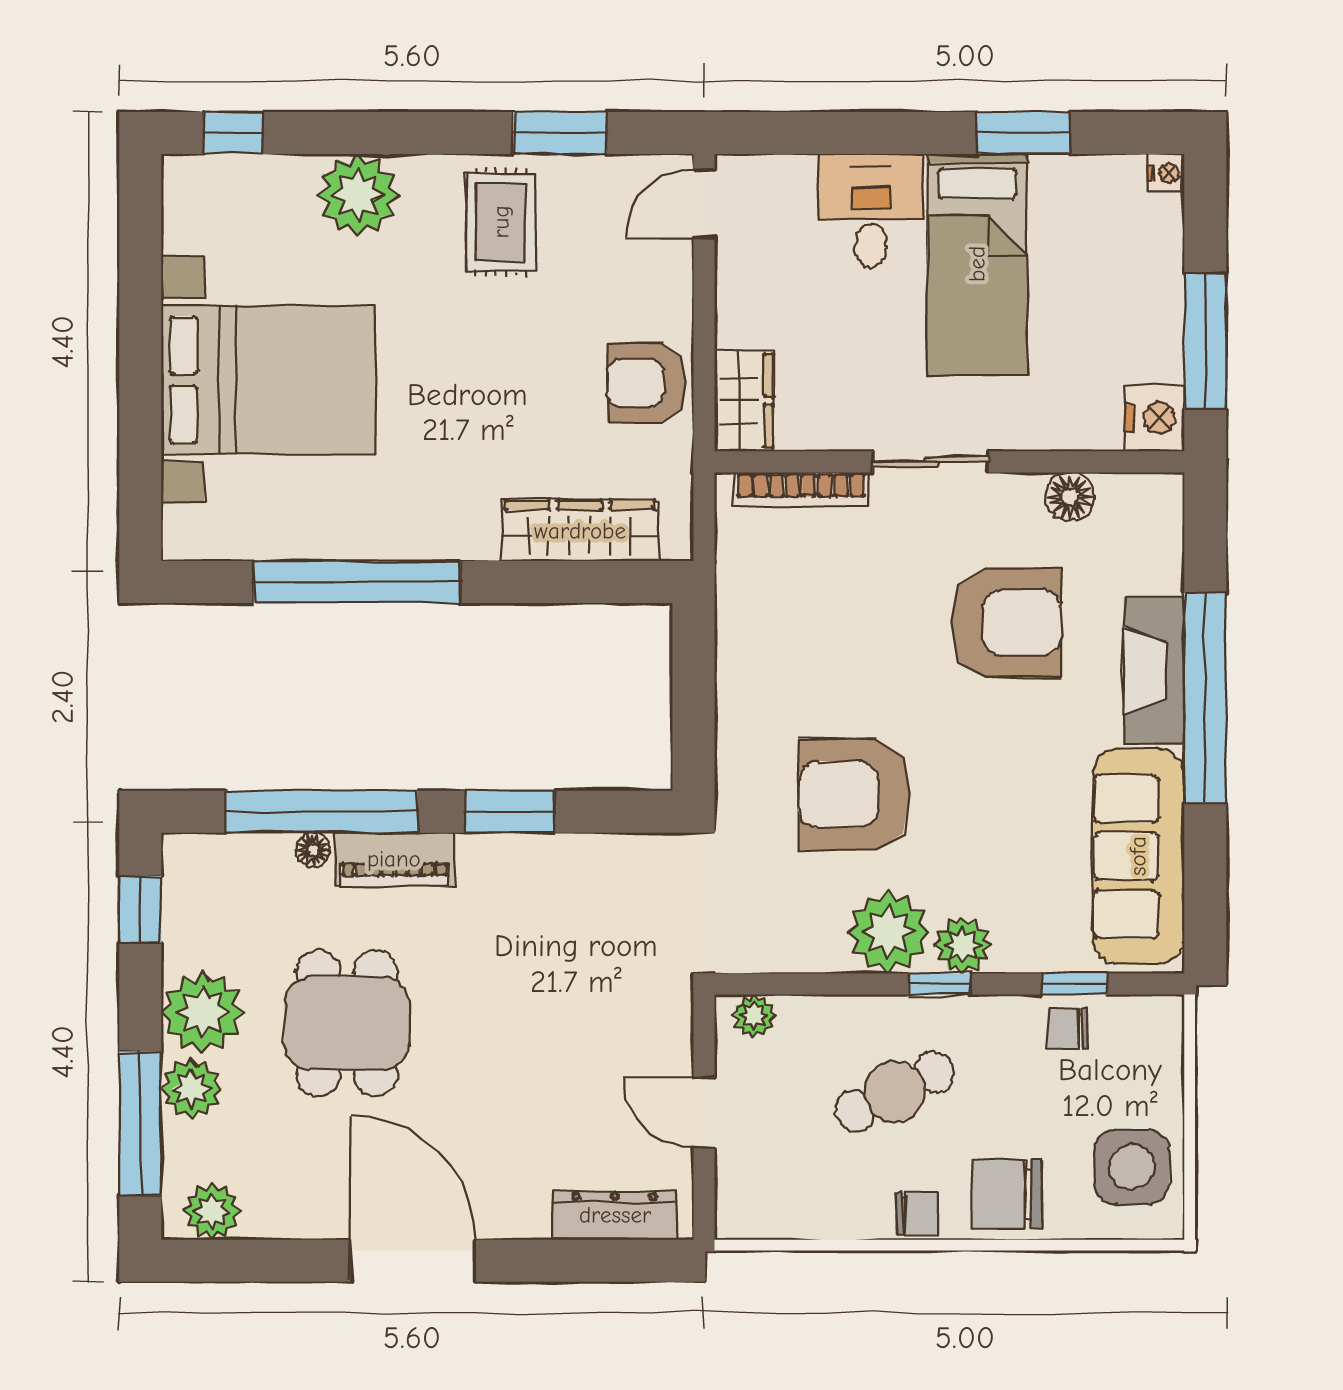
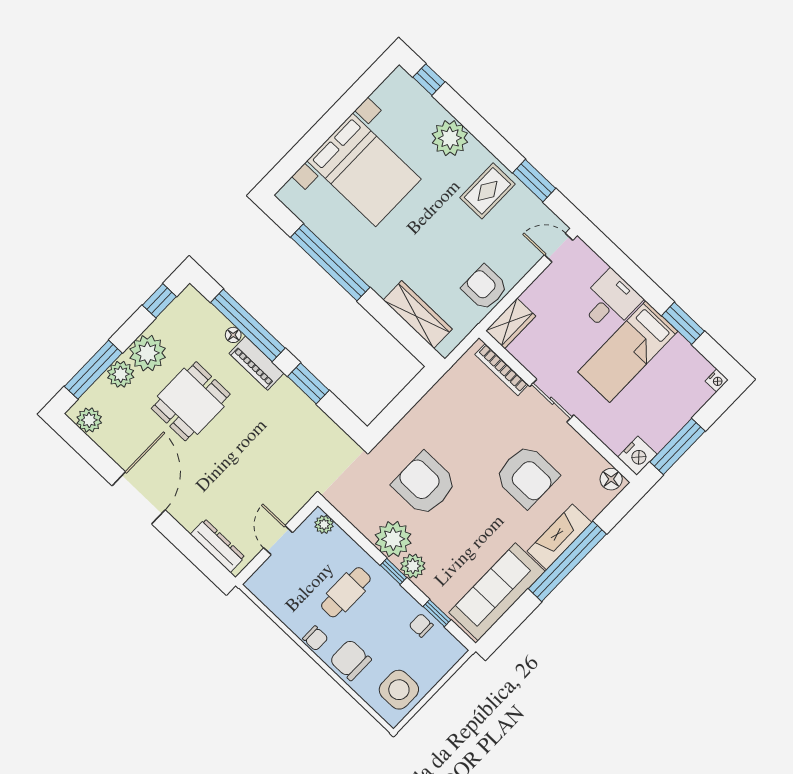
floor lamp: (1070, 497) -> (611, 479), moved
cafe table: (895, 1092) -> (346, 592), turned -64

